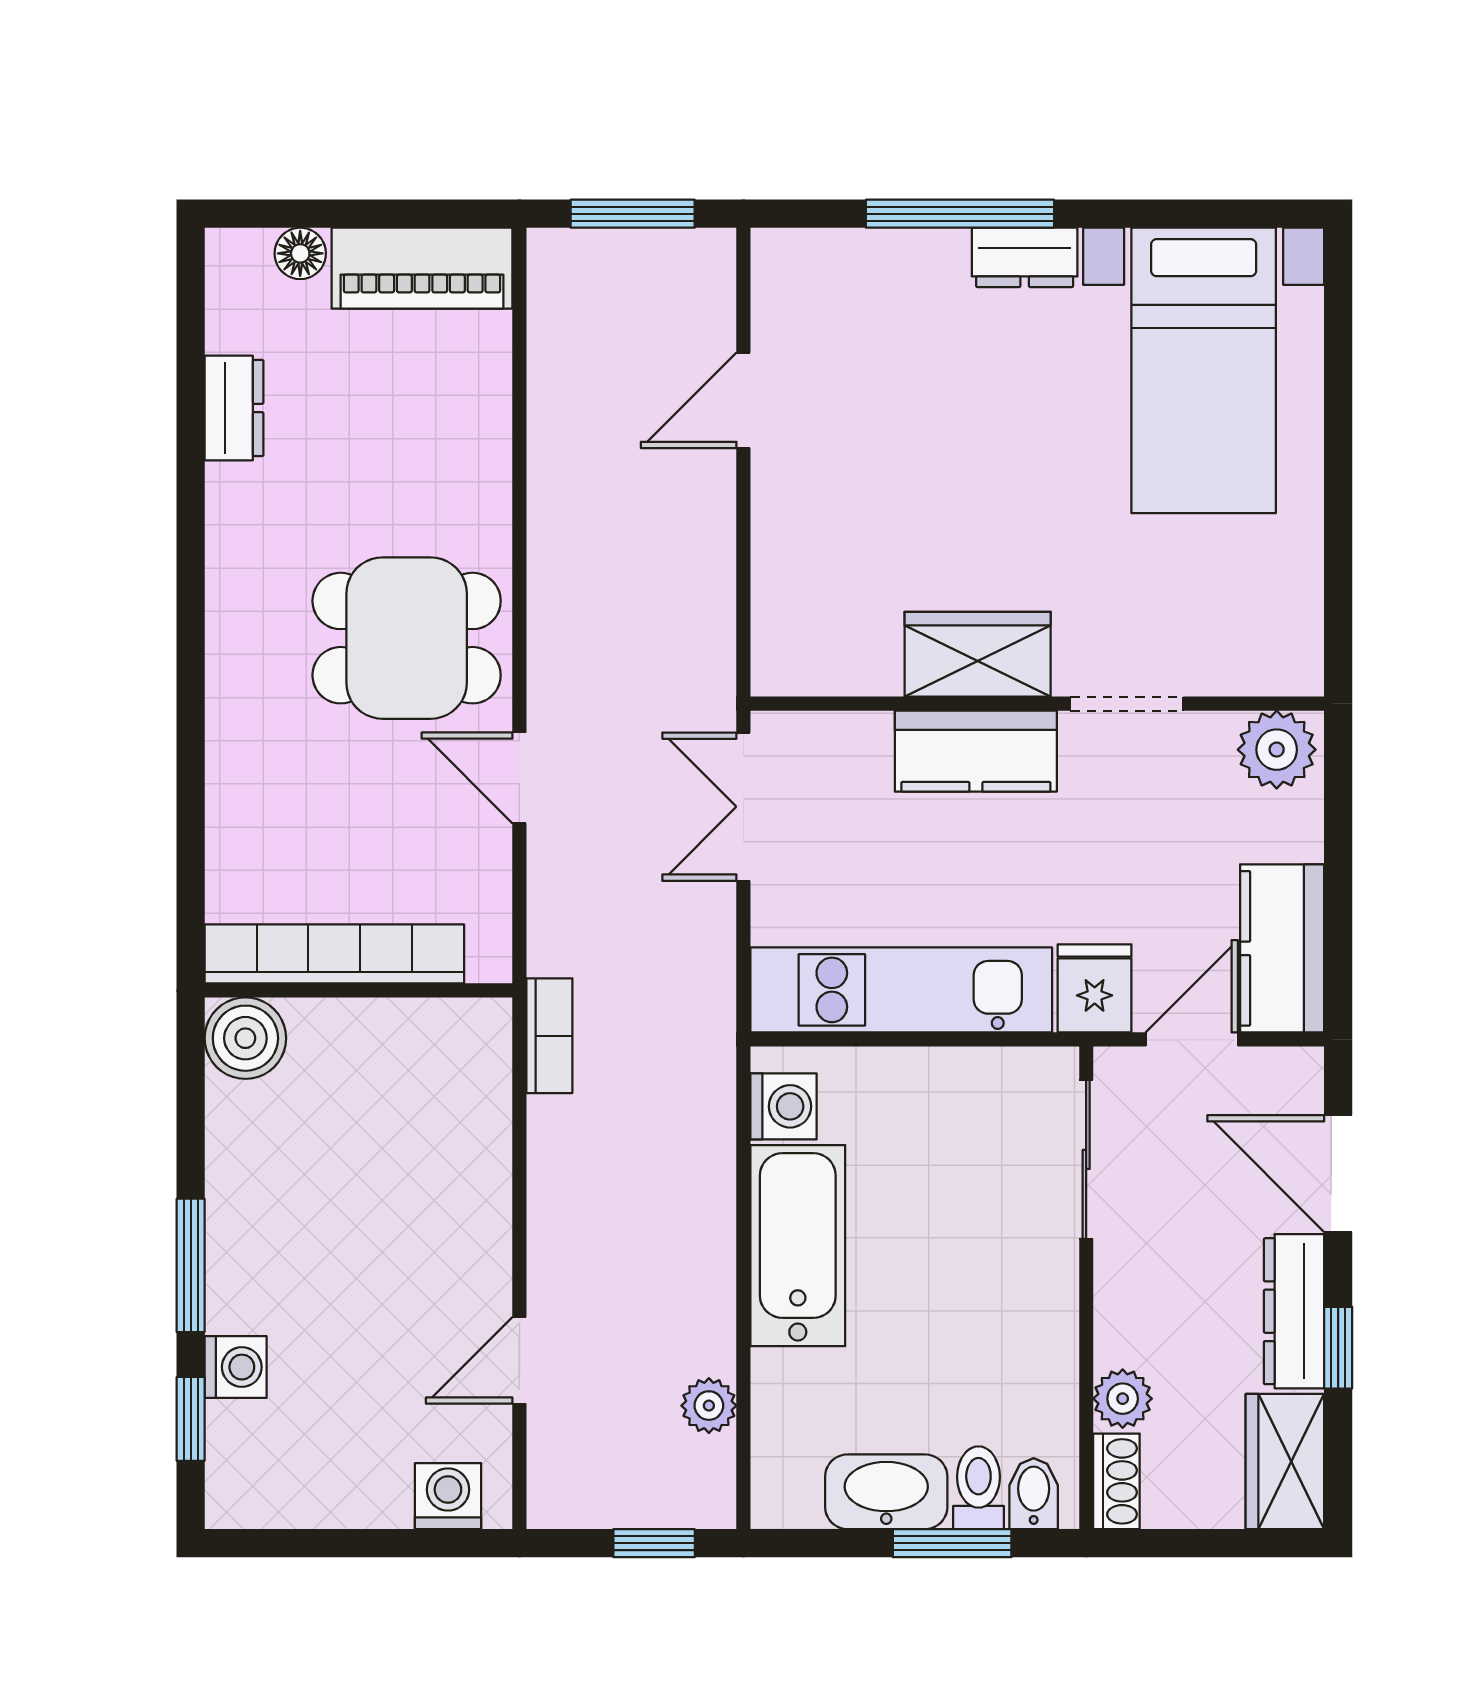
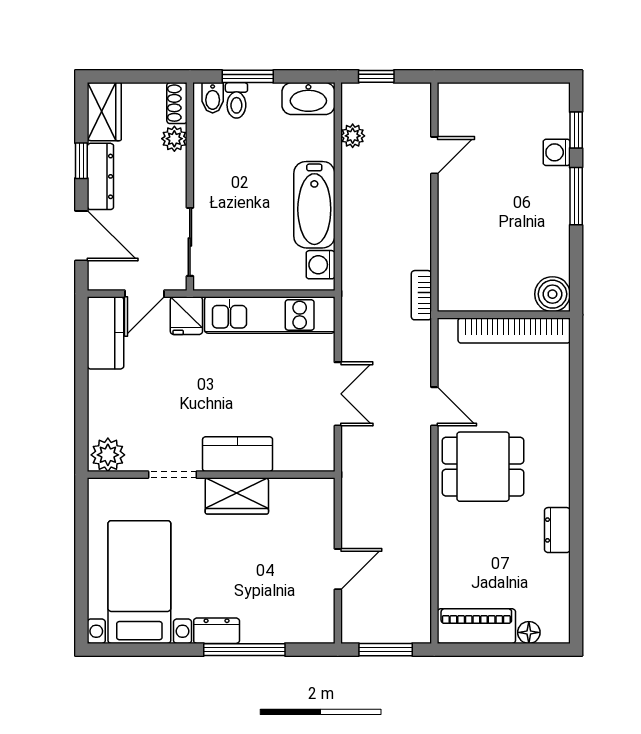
dresser: (234, 408) -> (557, 530), moved
wardrobe: (978, 654) -> (237, 496), moved
wall: (1037, 704) -> (211, 475), moved
doorway: (1127, 704) -> (172, 475), moved
plant: (1277, 750) -> (108, 455), moved
kitchen counter: (976, 751) -> (238, 454), moved
washbasin: (886, 1492) -> (308, 99), moved
washing machine: (448, 1496) -> (465, 97), removed

